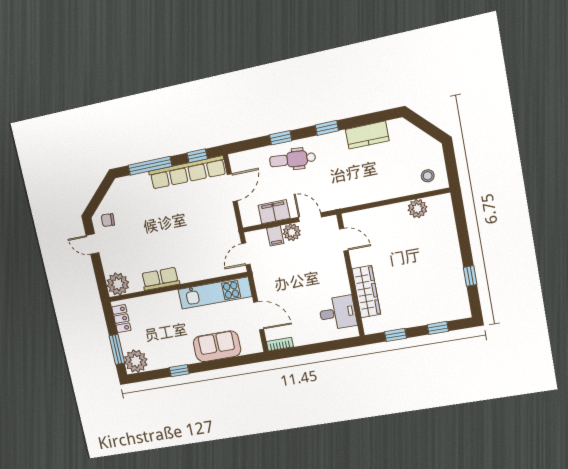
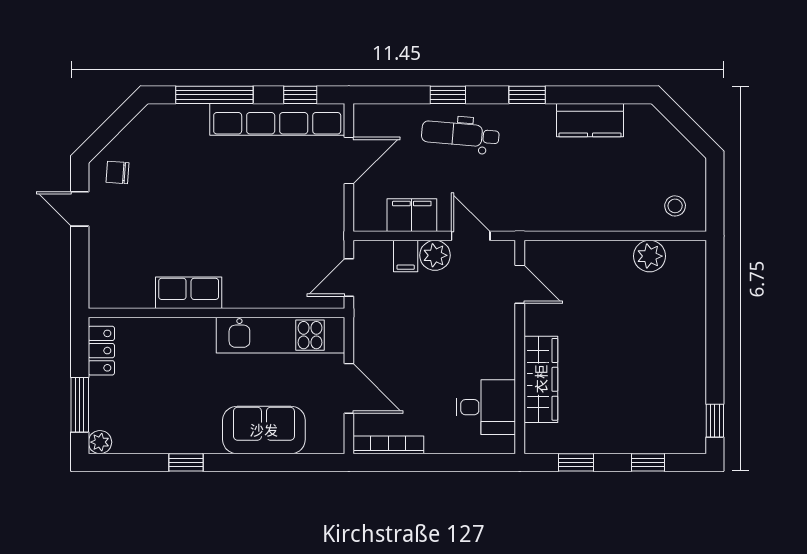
window: (470, 276) -> (715, 421), moved
plant: (118, 284) -> (109, 288), removed
bookcase: (280, 344) -> (388, 445), width x1.56
plant: (136, 361) -> (100, 442), width x0.53, depth x0.53

